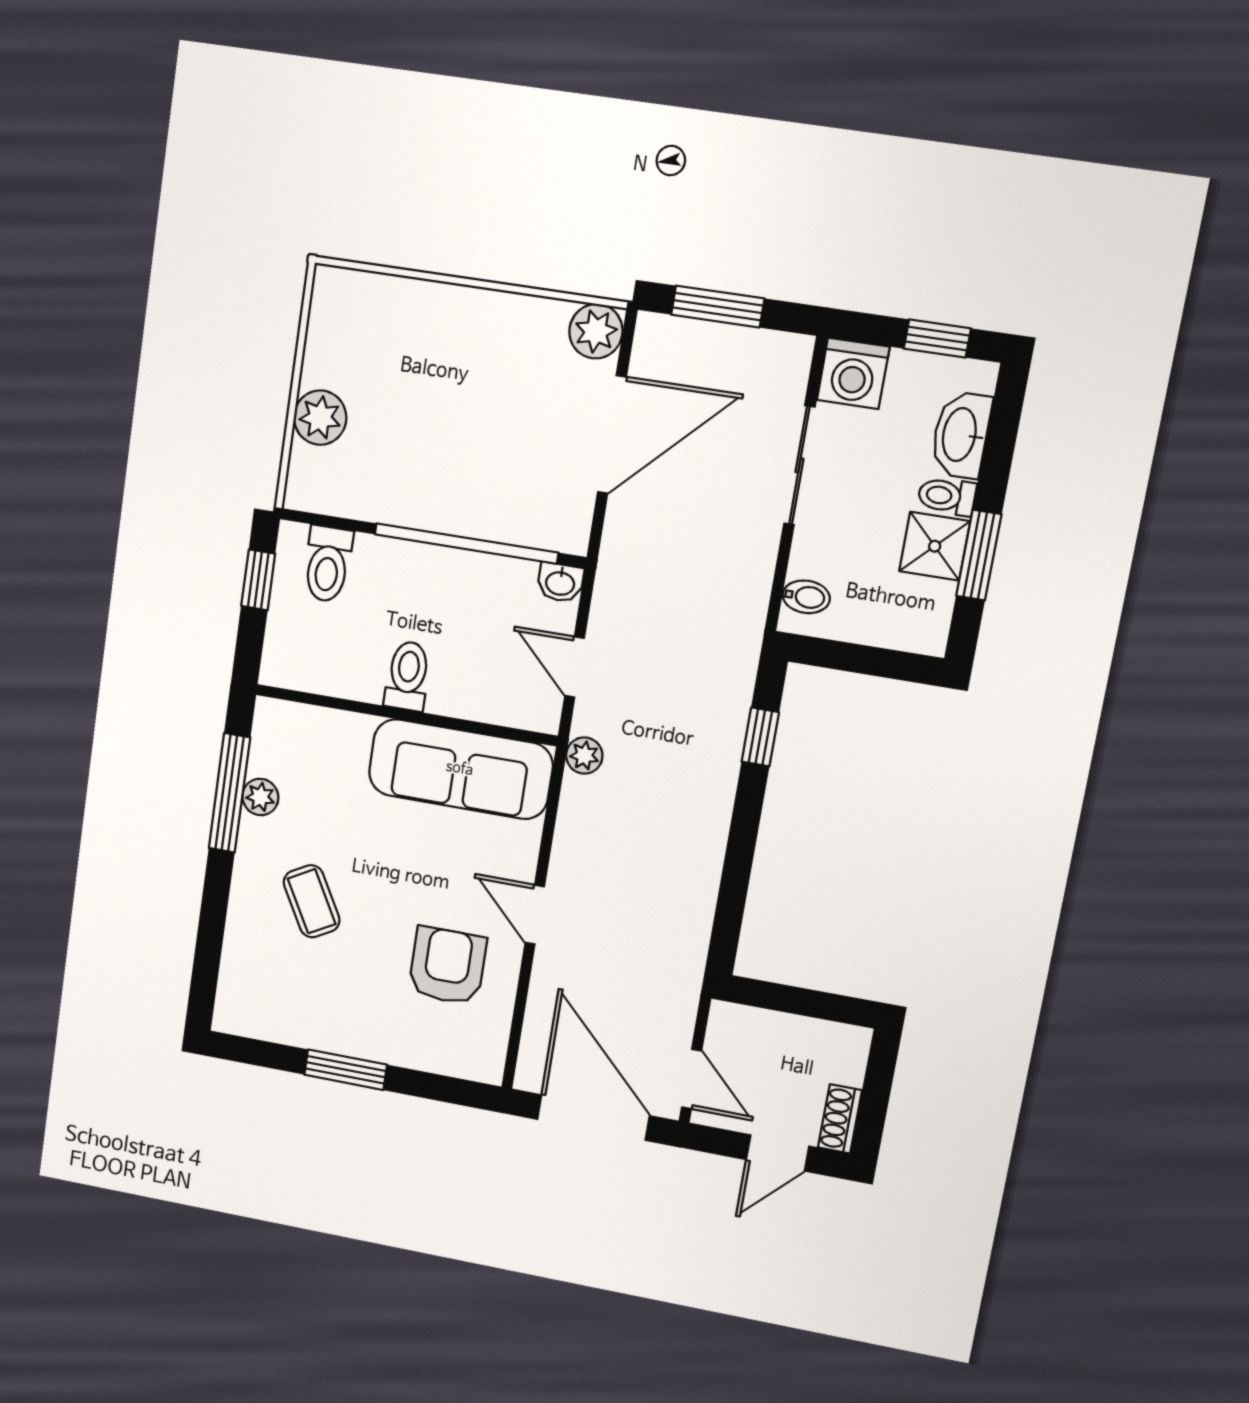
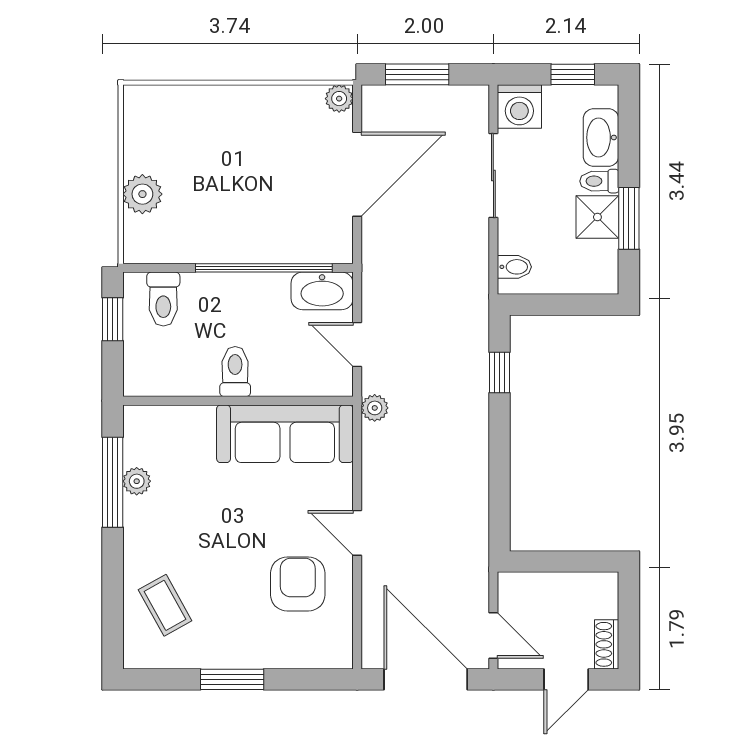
plant: (596, 331) -> (339, 99), width x0.73, depth x0.73
washbasin: (560, 582) -> (322, 291), width x1.91, depth x1.45
coffee table: (312, 901) -> (165, 605), moved

